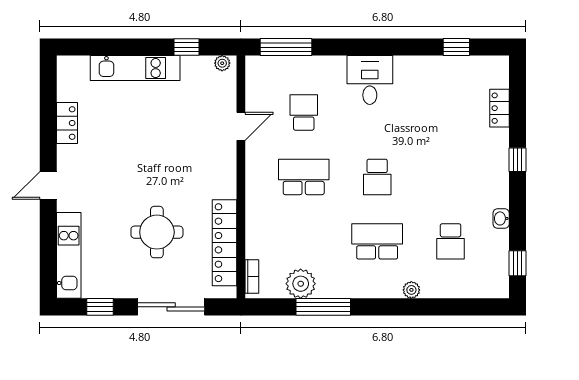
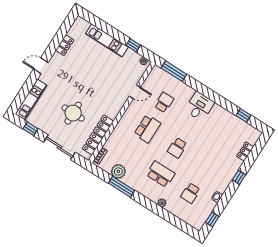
school desk: (304, 177) -> (147, 129), turned 90

